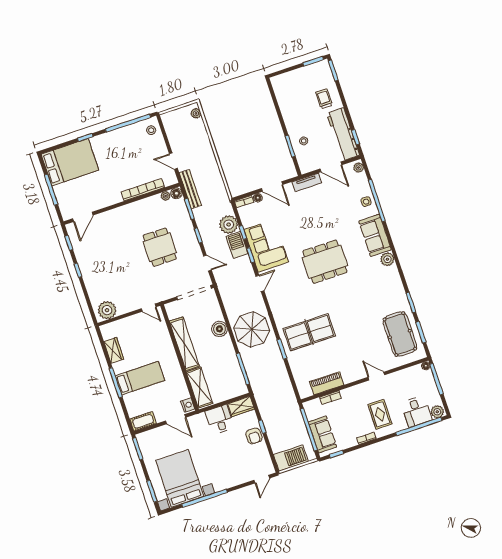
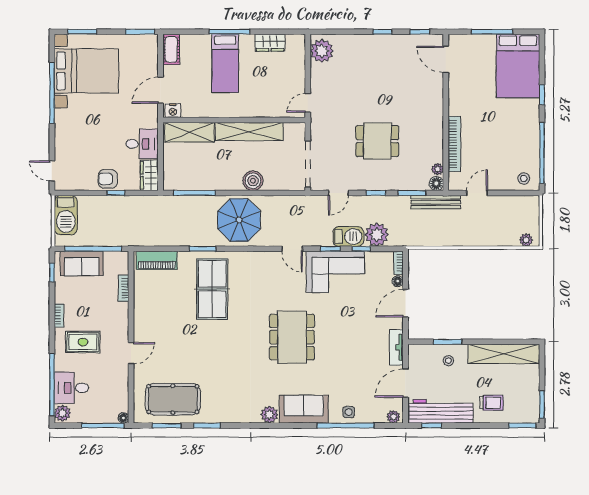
shelving: (285, 102) -> (504, 354), added
piano: (327, 383) -> (157, 260), moved, turned 90

